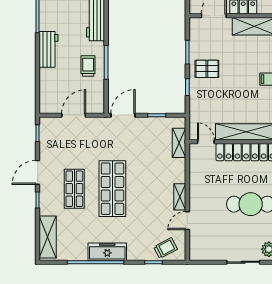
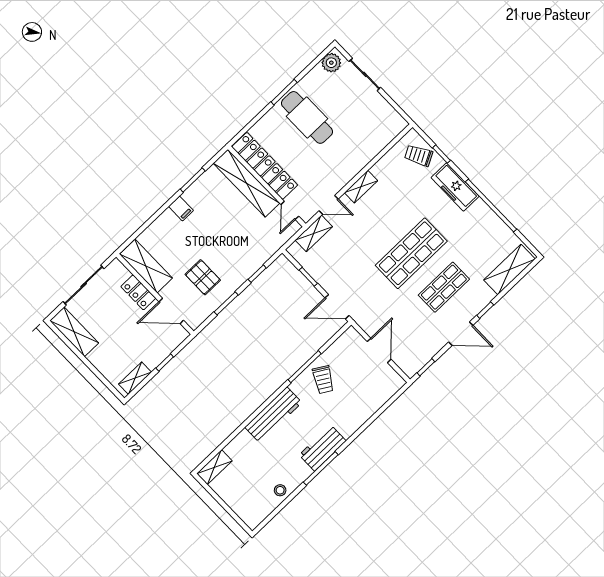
workbench: (49, 49) -> (323, 448), moved
trolley: (88, 66) -> (323, 380), turned -59
pallet: (207, 69) -> (203, 277), moved
door: (74, 115) -> (379, 350), swing flipped
door: (187, 221) -> (329, 205), moved
freezer: (107, 252) -> (455, 187), moved

